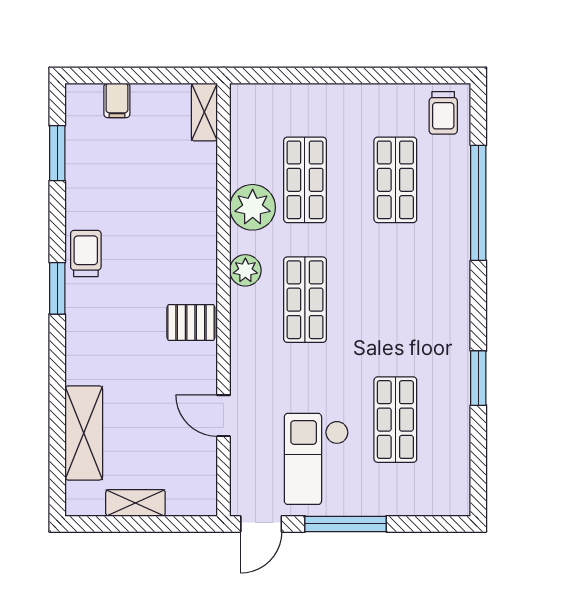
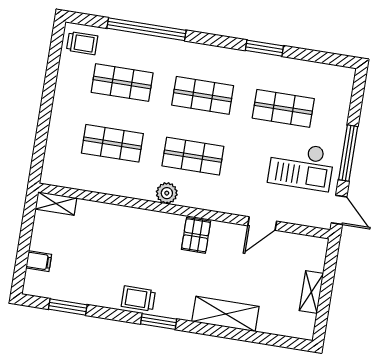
plant: (253, 207) -> (125, 182), removed
shop shelf: (395, 300) -> (203, 95), added
shelving: (84, 433) -> (225, 314), moved

